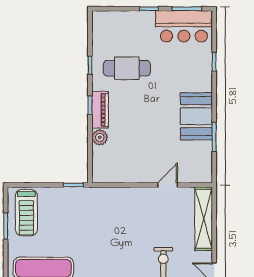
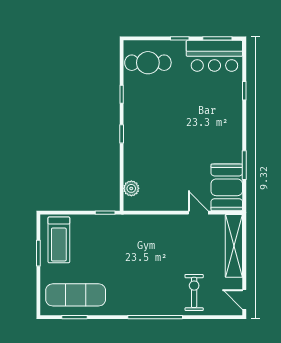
cafe table: (127, 68) -> (148, 63), moved
piano: (100, 110) -> (132, 138), removed
booth: (196, 116) -> (227, 187), moved
plant: (100, 137) -> (131, 188), moved
door: (168, 185) -> (198, 213), hinge flipped

